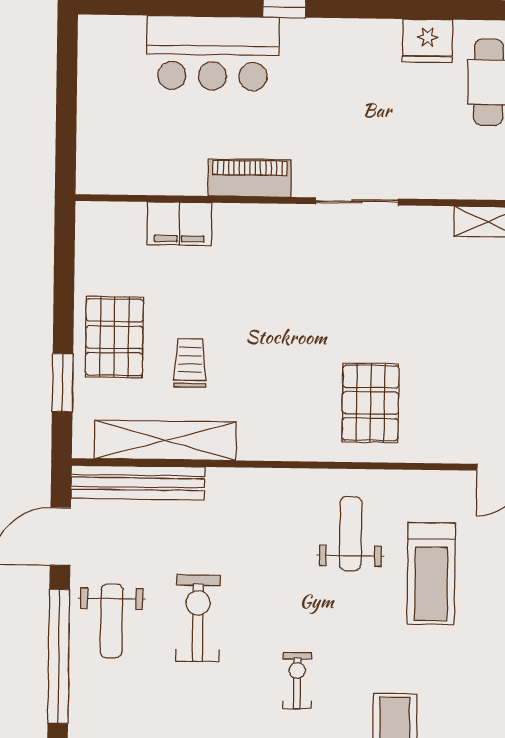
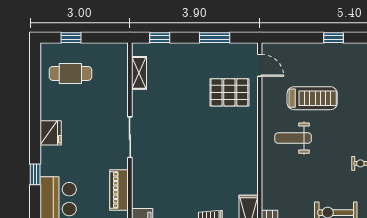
fridge: (428, 41) -> (51, 133), moved
pallet: (371, 403) -> (229, 92), moved

